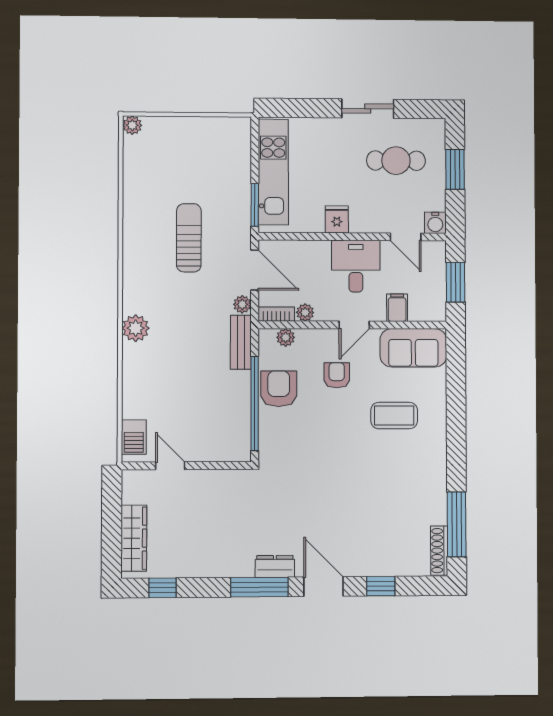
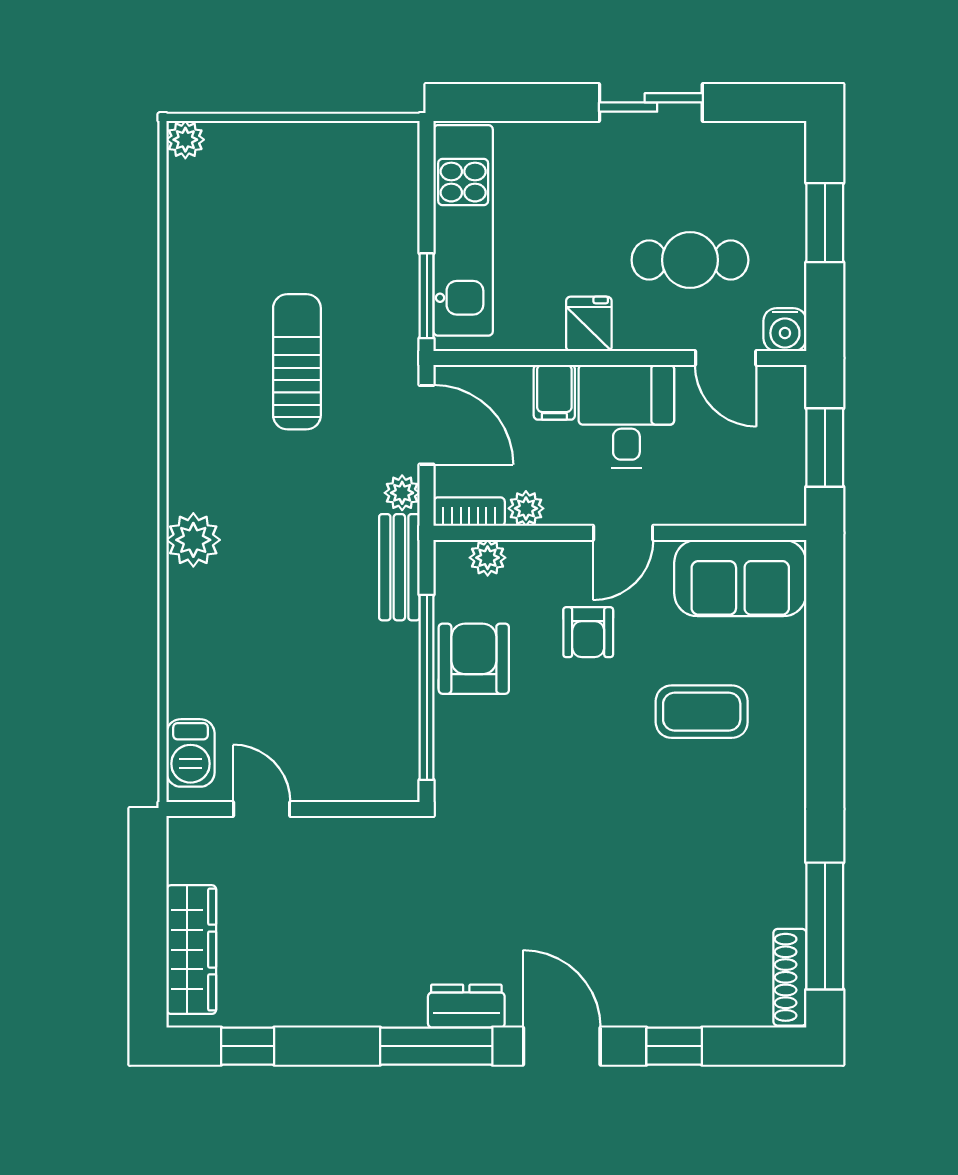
cafe table: (396, 161) -> (690, 260), moved
filing cabinet: (397, 308) -> (554, 392), moved, turned 180
armchair: (337, 375) -> (588, 632), turned 180

